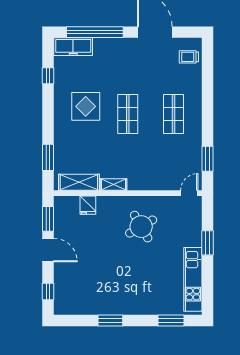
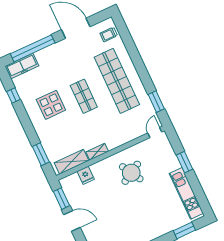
shop shelf: (173, 114) -> (117, 81), width x2.00, depth x1.36

